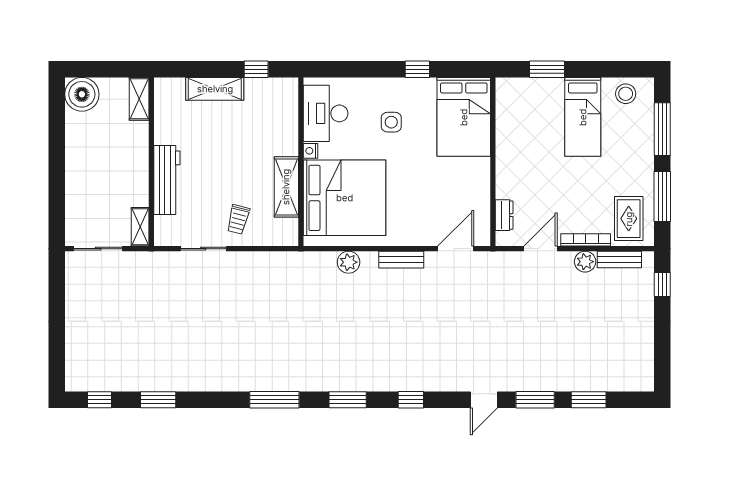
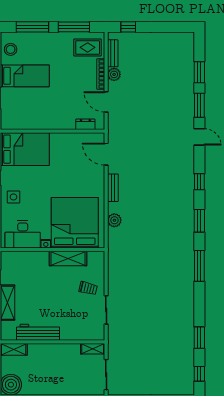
side table: (391, 122) -> (13, 197), moved
workbench: (167, 180) -> (38, 332), moved

